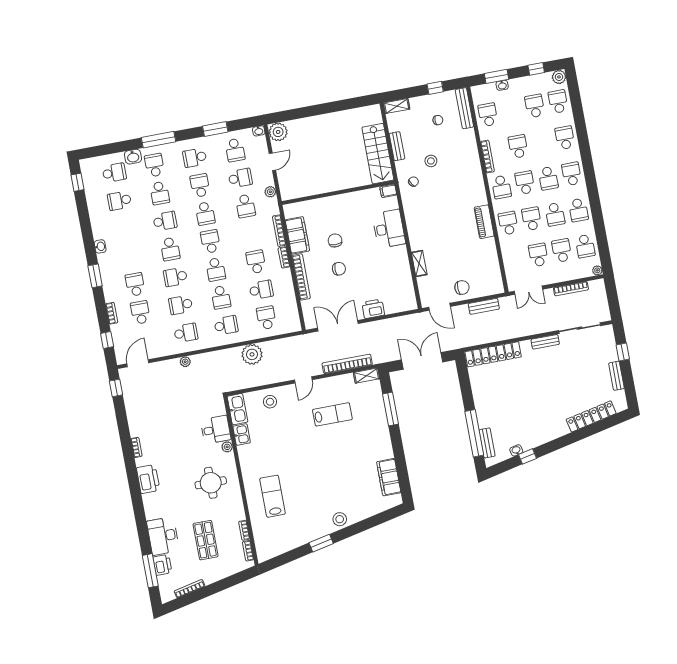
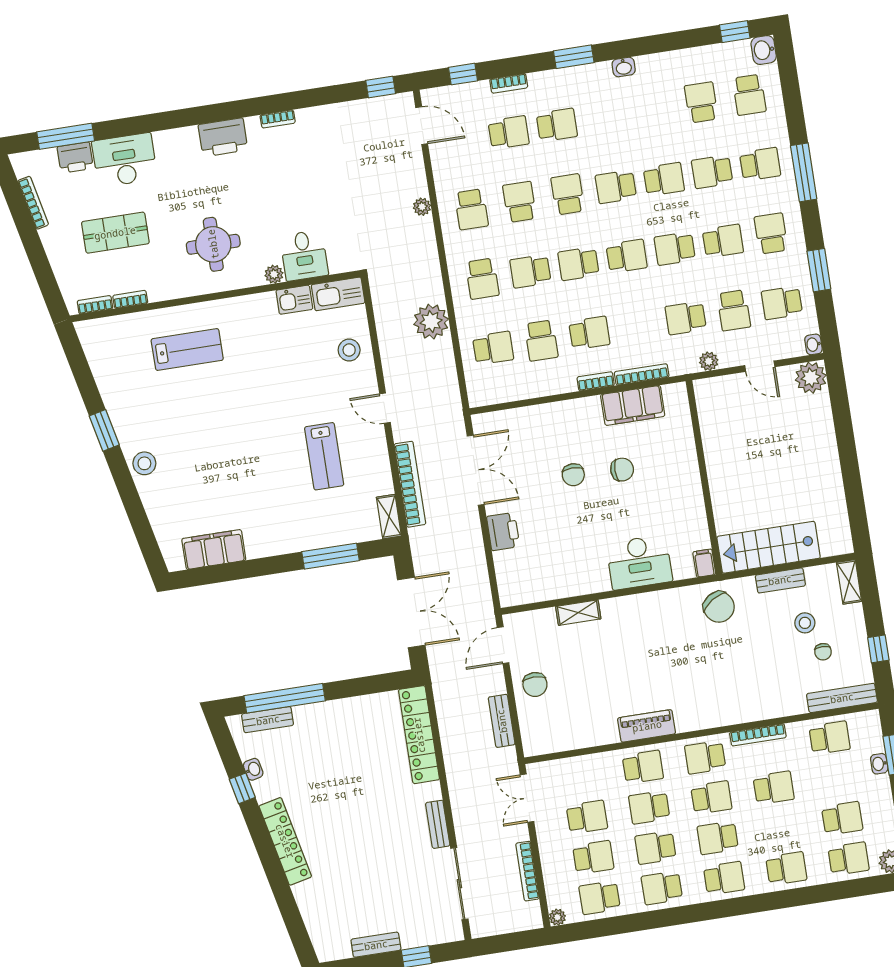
washbasin: (133, 157) -> (764, 50), moved
stool: (431, 161) -> (805, 623), moved
chair: (413, 182) -> (719, 607), width x1.87, depth x1.87
school desk: (532, 219) -> (649, 807), turned 180
school desk: (165, 221) -> (664, 179), turned -90
bookcase: (301, 277) -> (561, 410), removed
locker: (591, 416) -> (285, 841), moved

